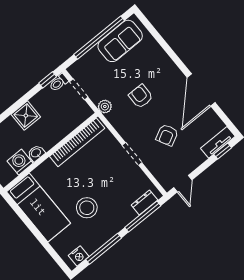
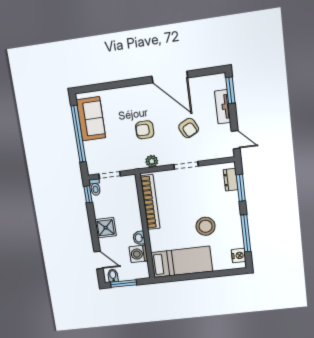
plant: (105, 107) -> (152, 161), moved
tv unit: (218, 142) -> (223, 107), moved
window: (223, 151) -> (230, 90), width x1.50
window: (143, 217) -> (241, 188), width x0.69

